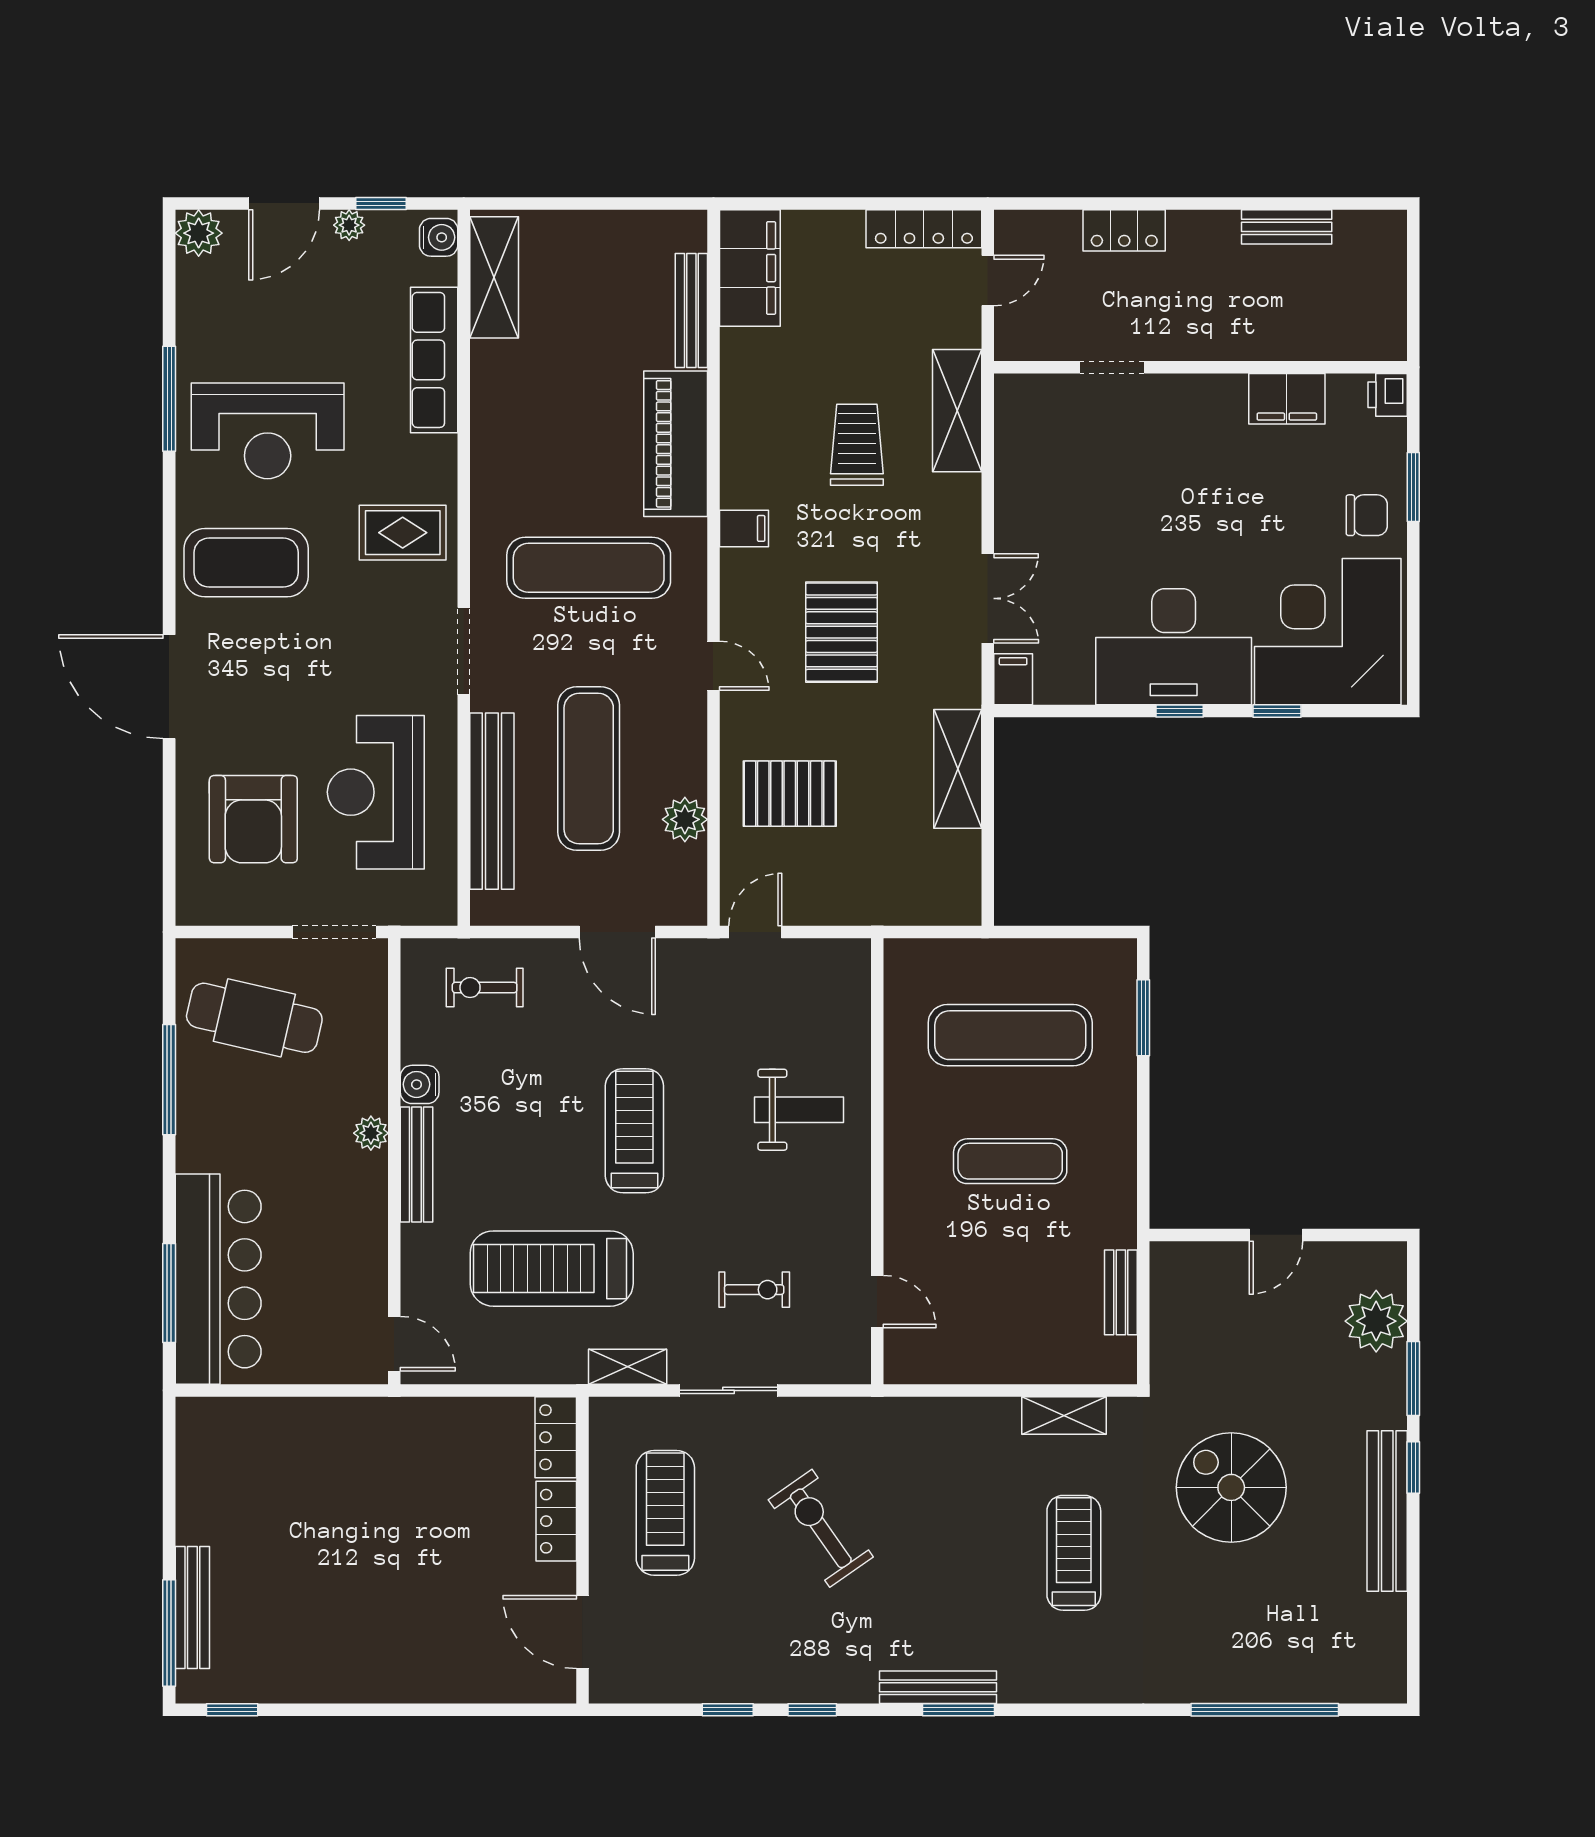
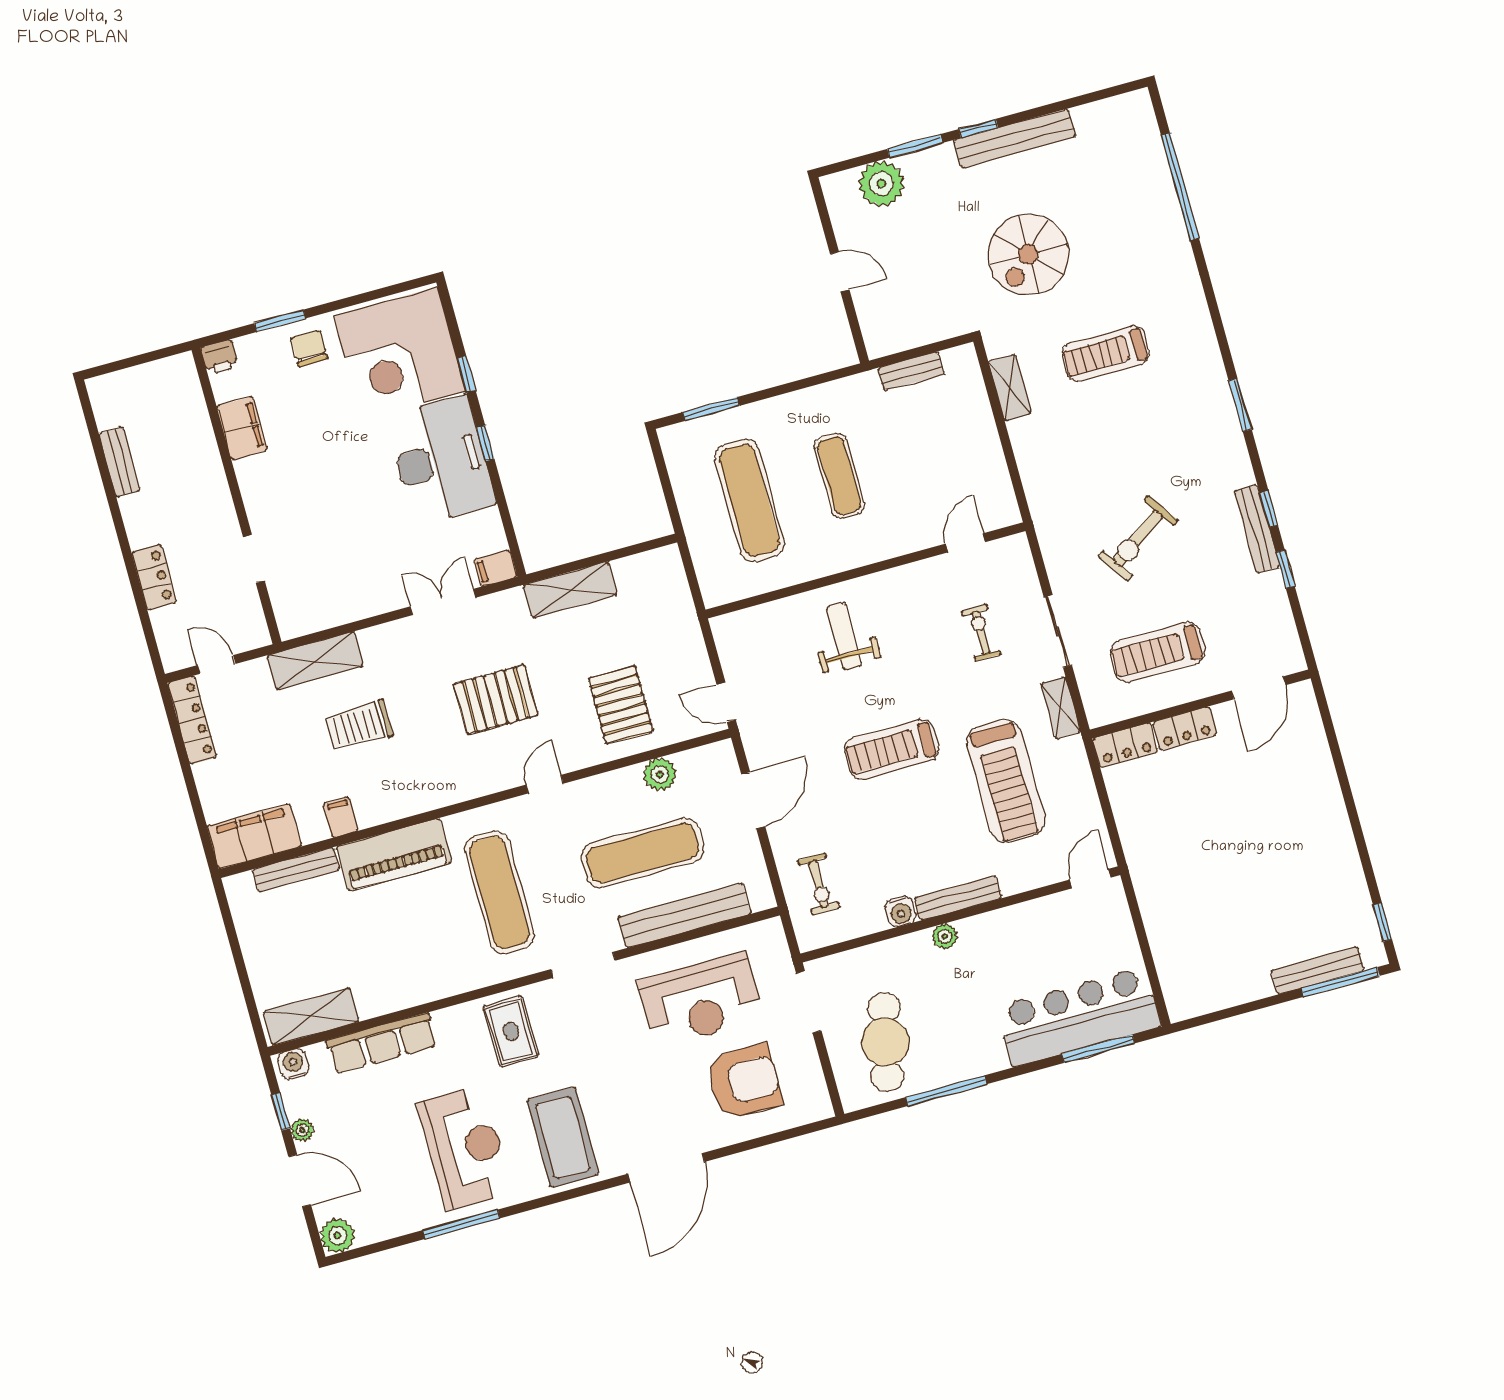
filing cabinet: (744, 528) -> (341, 817), moved
bench: (938, 1687) -> (1257, 529), moved

